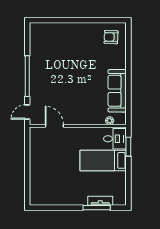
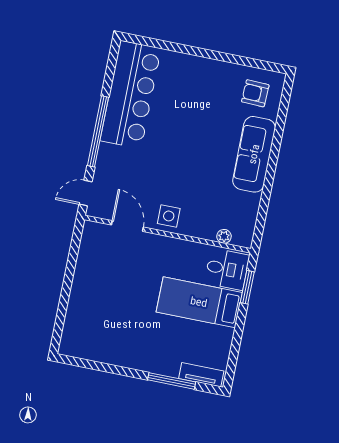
bar counter: (41, 52) -> (131, 95), added
sofa: (117, 91) -> (254, 154), moved
side table: (76, 116) -> (169, 216), added
tv unit: (100, 201) -> (201, 375), moved

